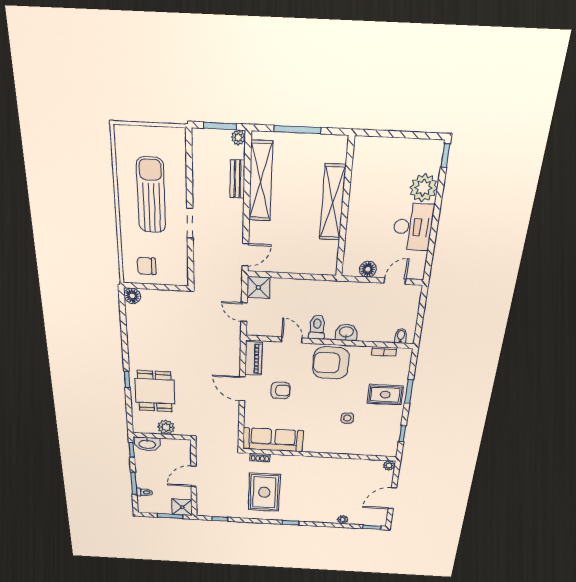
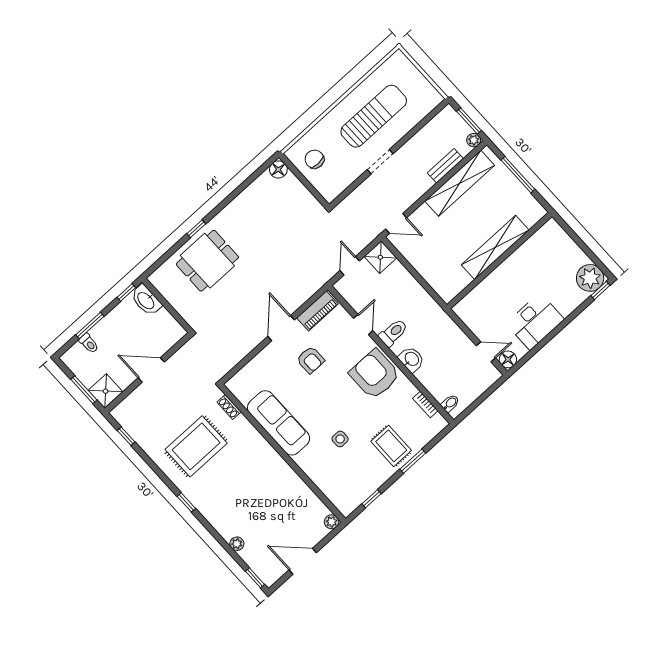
plant: (423, 188) -> (590, 278), moved
floor lamp: (368, 269) -> (508, 359), moved
plant: (166, 427) -> (180, 301), removed
sofa: (273, 440) -> (279, 423), moved

